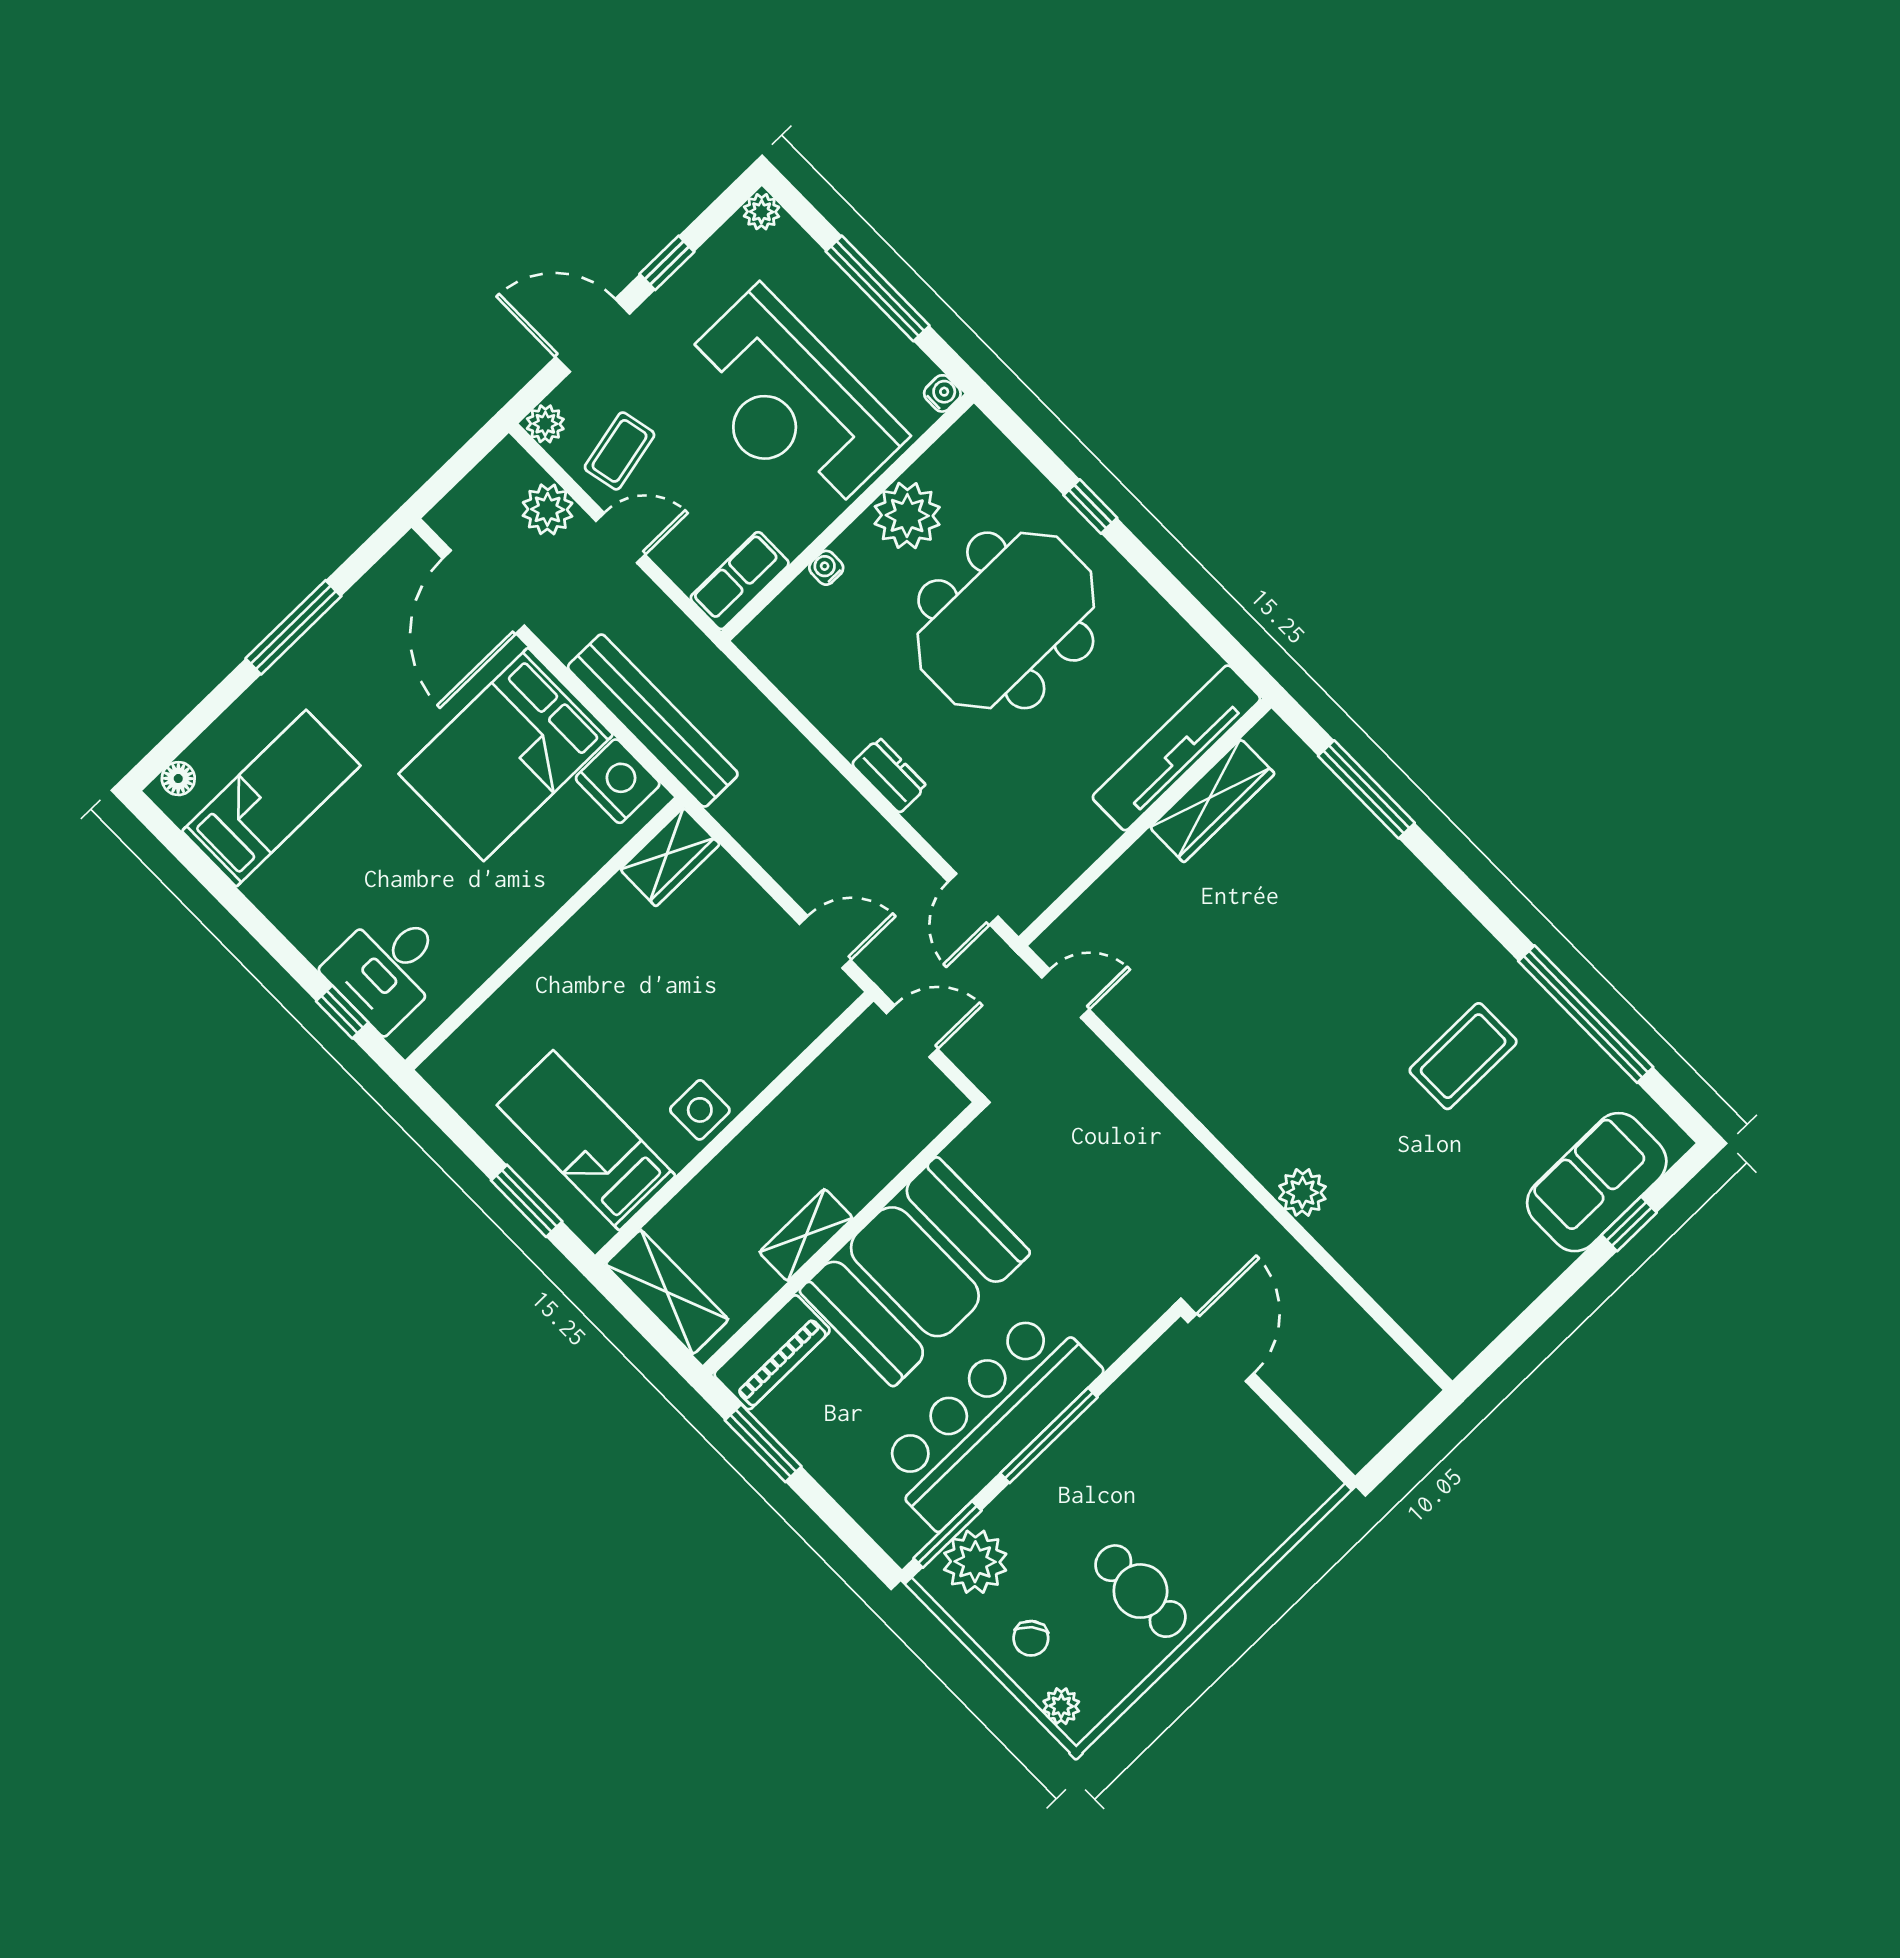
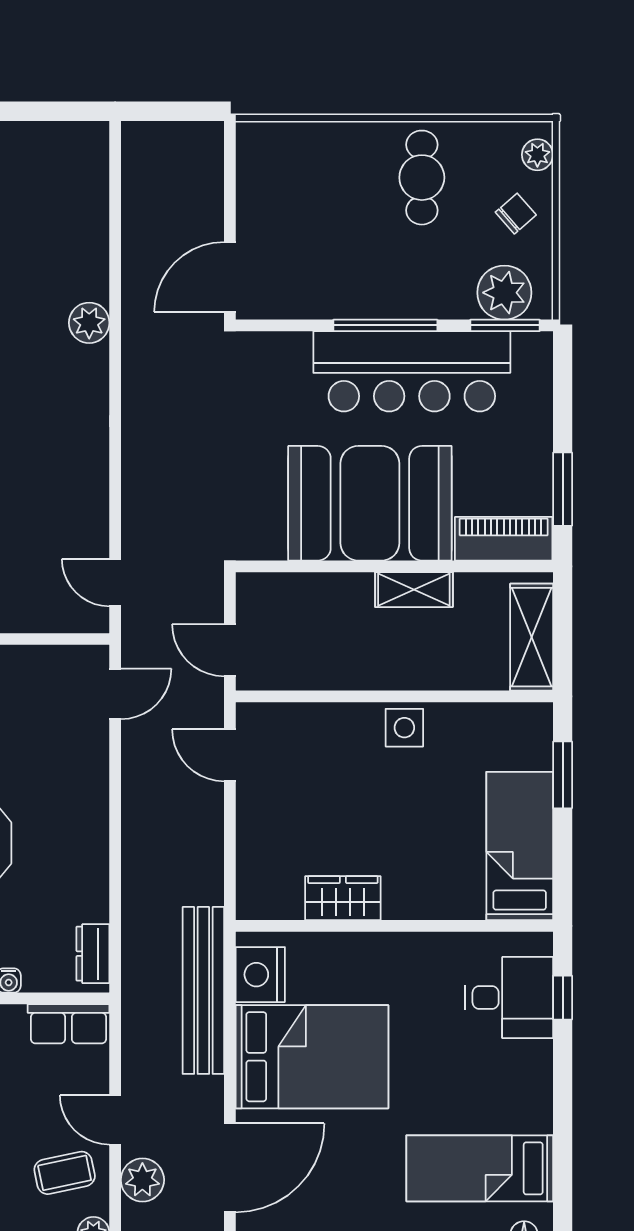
dresser: (889, 775) -> (93, 954), moved
wardrobe: (670, 857) -> (343, 898), moved
bed: (586, 1140) -> (520, 846), moved, turned 180

